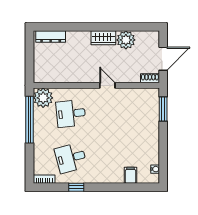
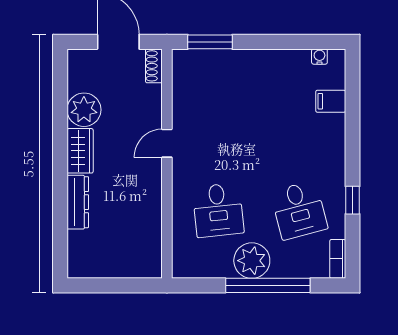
dresser: (51, 36) -> (78, 202), moved
plant: (43, 98) -> (252, 261), moved
window: (29, 120) -> (268, 285), moved

